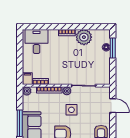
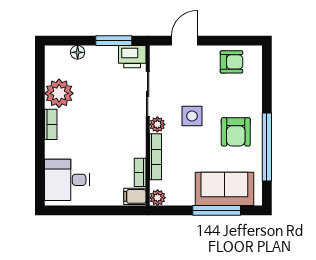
window: (113, 48) -> (114, 41), moved
printer: (104, 77) -> (132, 57), added

